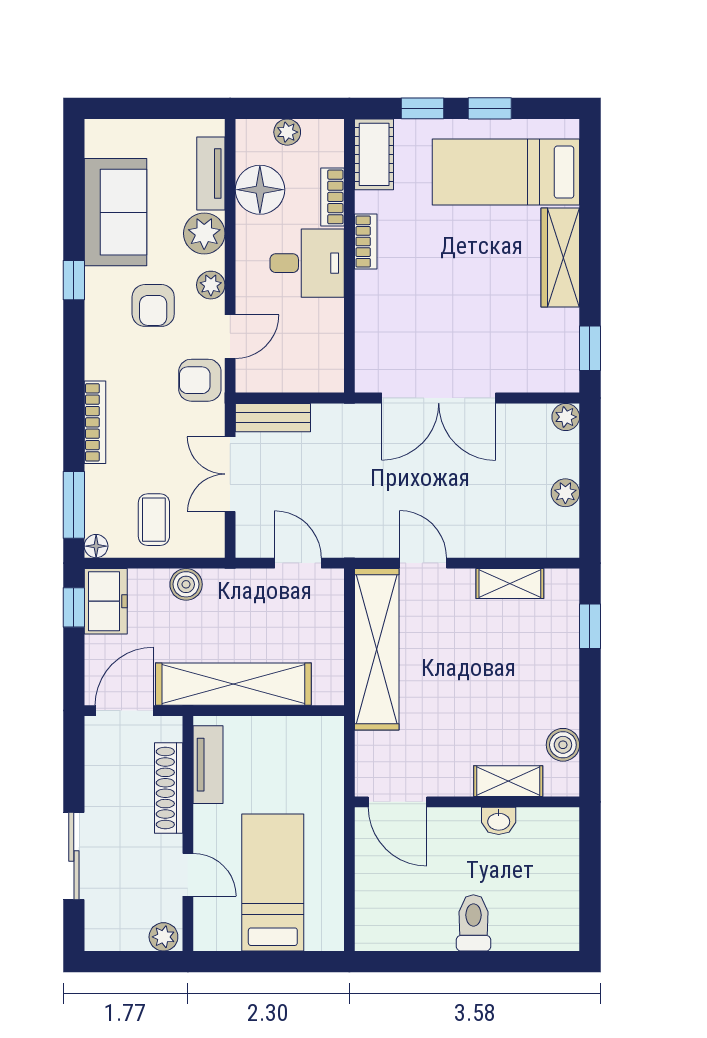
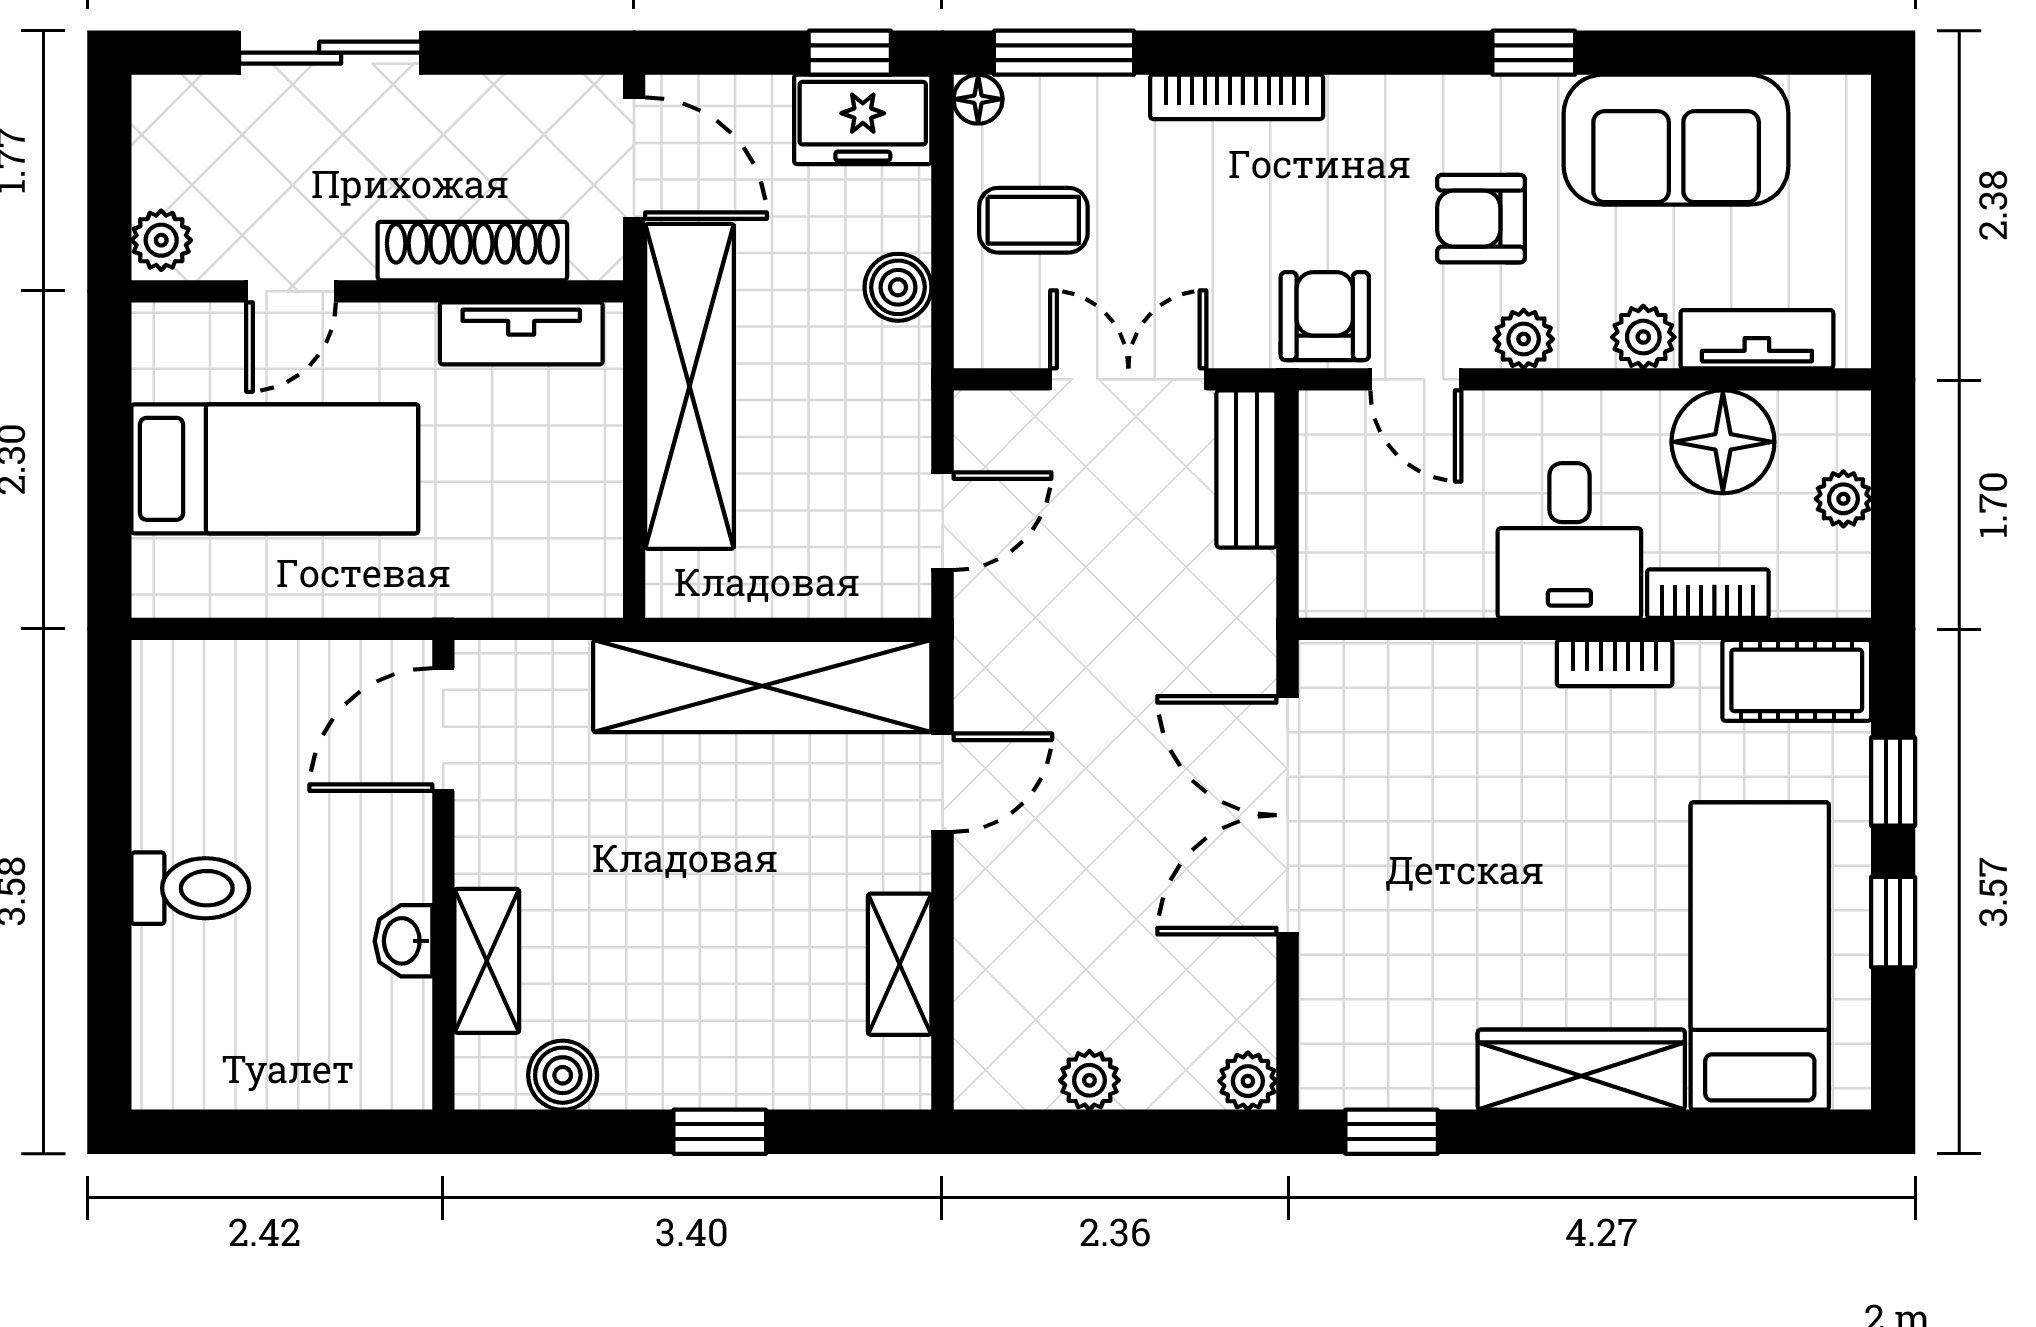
plant: (204, 233) -> (1643, 337), width x0.73, depth x0.73
window: (590, 626) -> (720, 1132), moved

